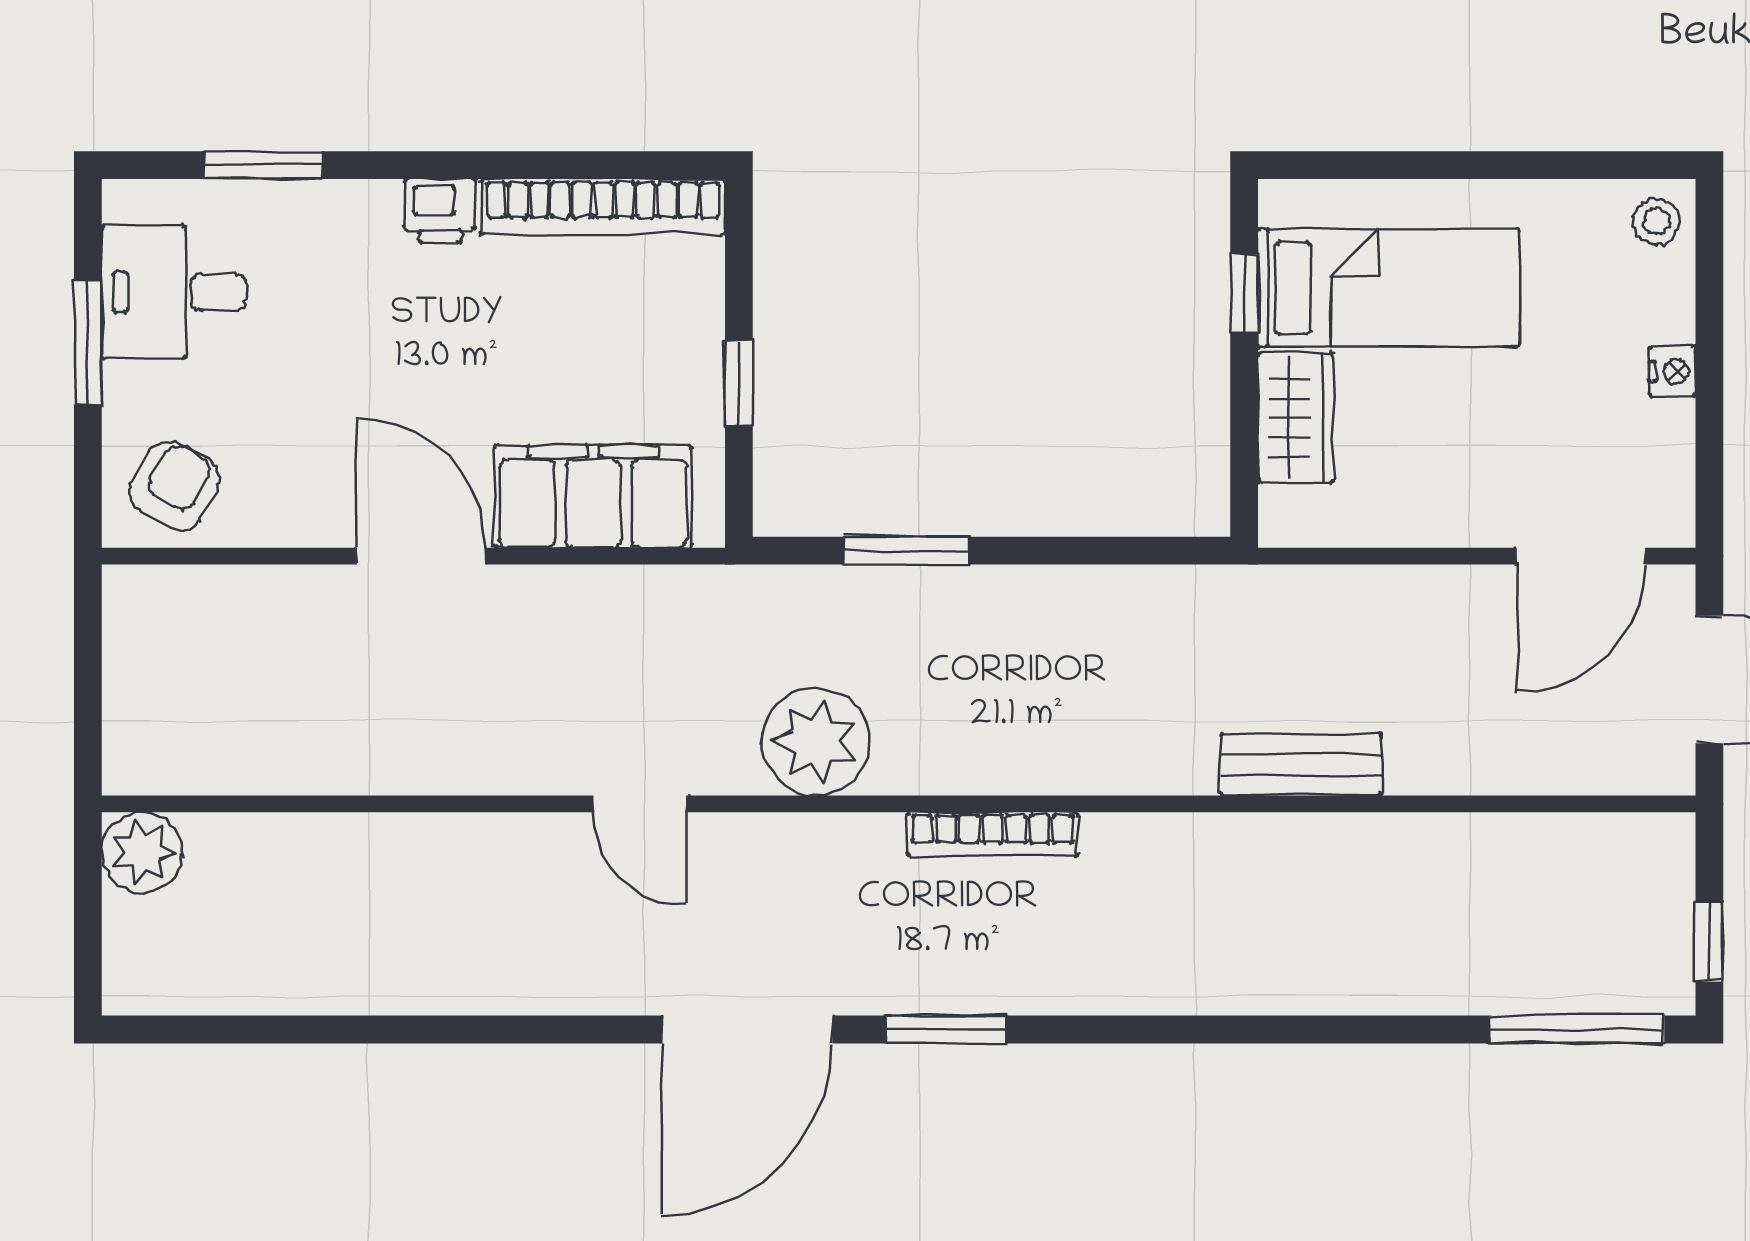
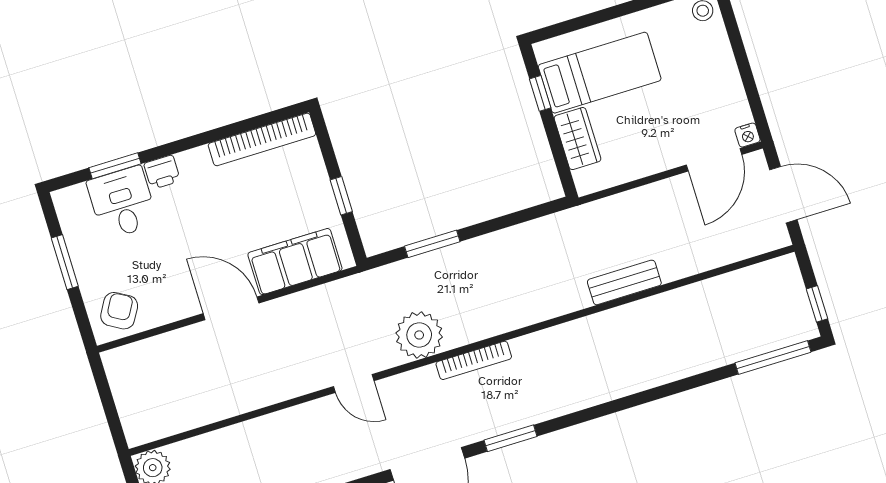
printer: (440, 211) -> (162, 172), moved
desk: (174, 292) -> (122, 203), moved, turned 90
nightstand: (1672, 371) -> (747, 135), moved, turned 90
bookcase: (993, 834) -> (474, 360), moved

